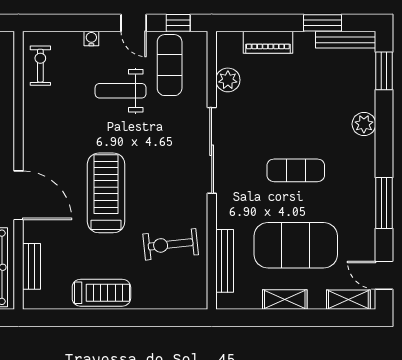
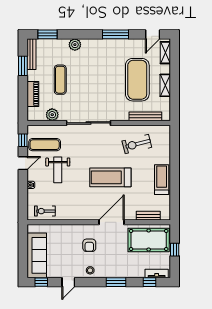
exercise mat: (296, 170) -> (60, 80), moved
exercise bike: (171, 244) -> (137, 144), turned 82

